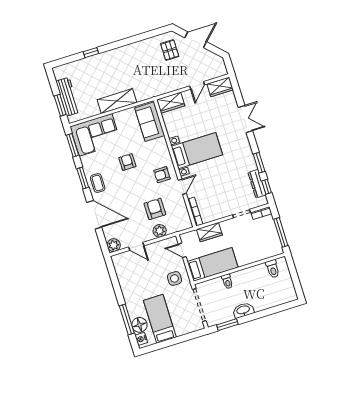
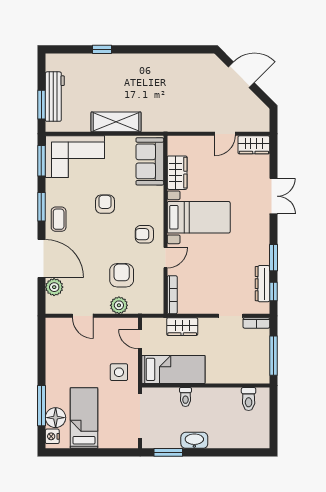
pallet: (170, 50) -> (204, 78), removed
wardrobe: (171, 103) -> (177, 173), moved, turned -90
plant: (114, 245) -> (54, 287), moved

